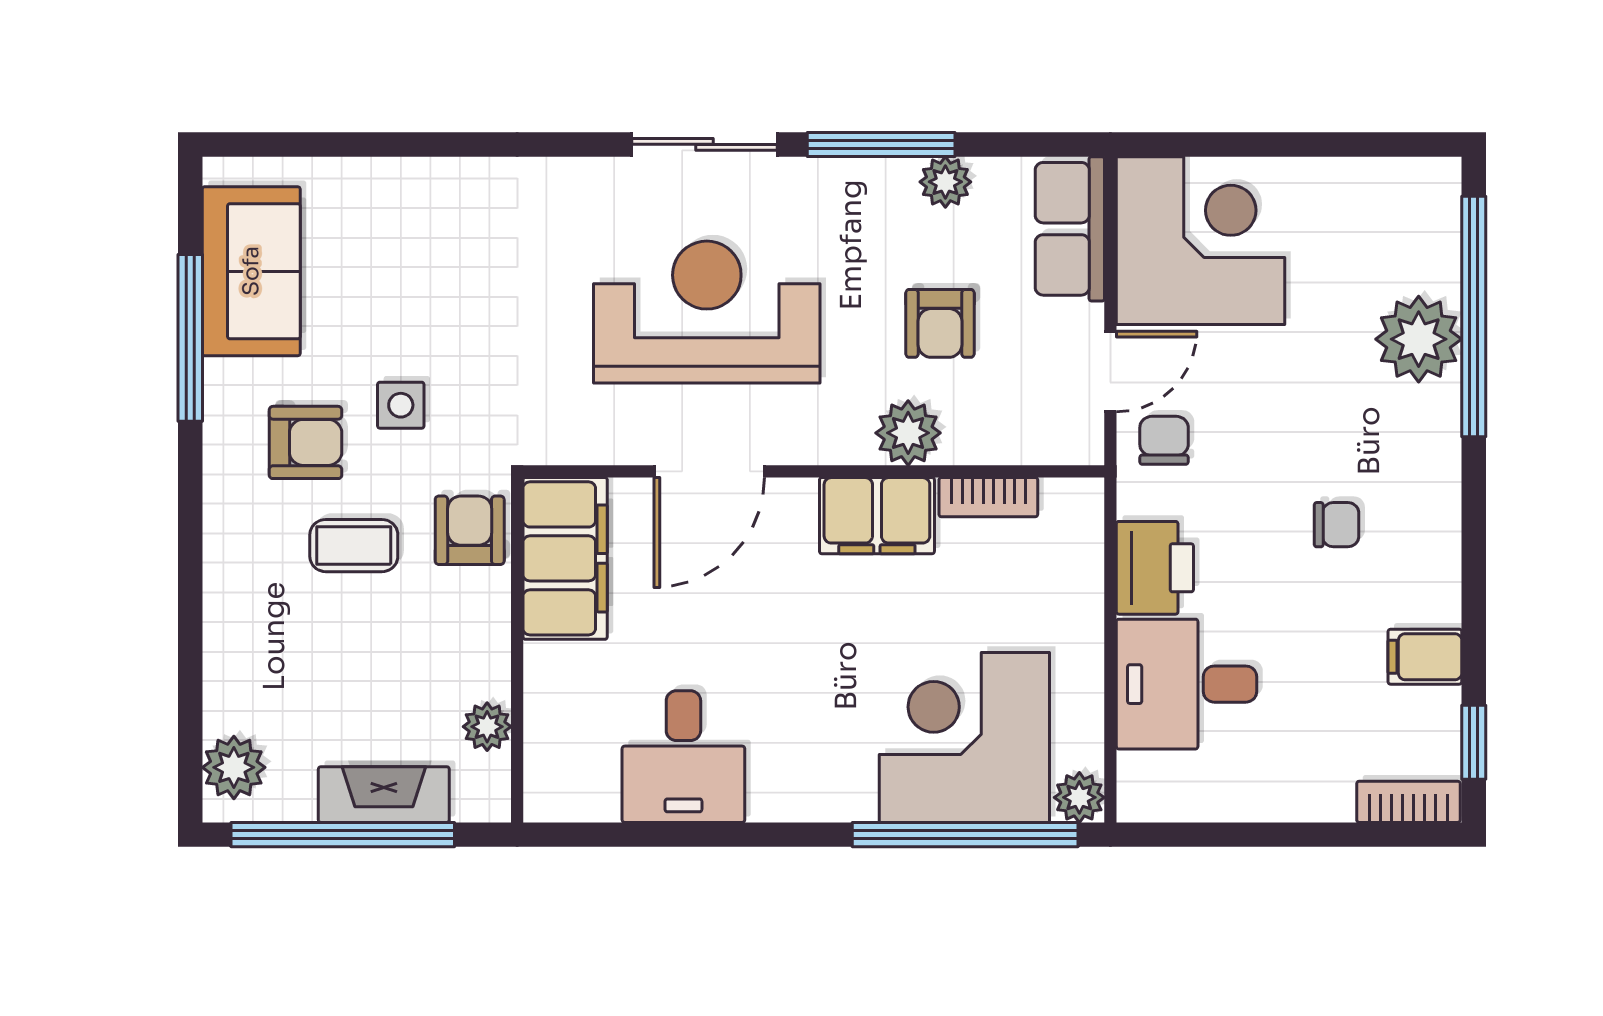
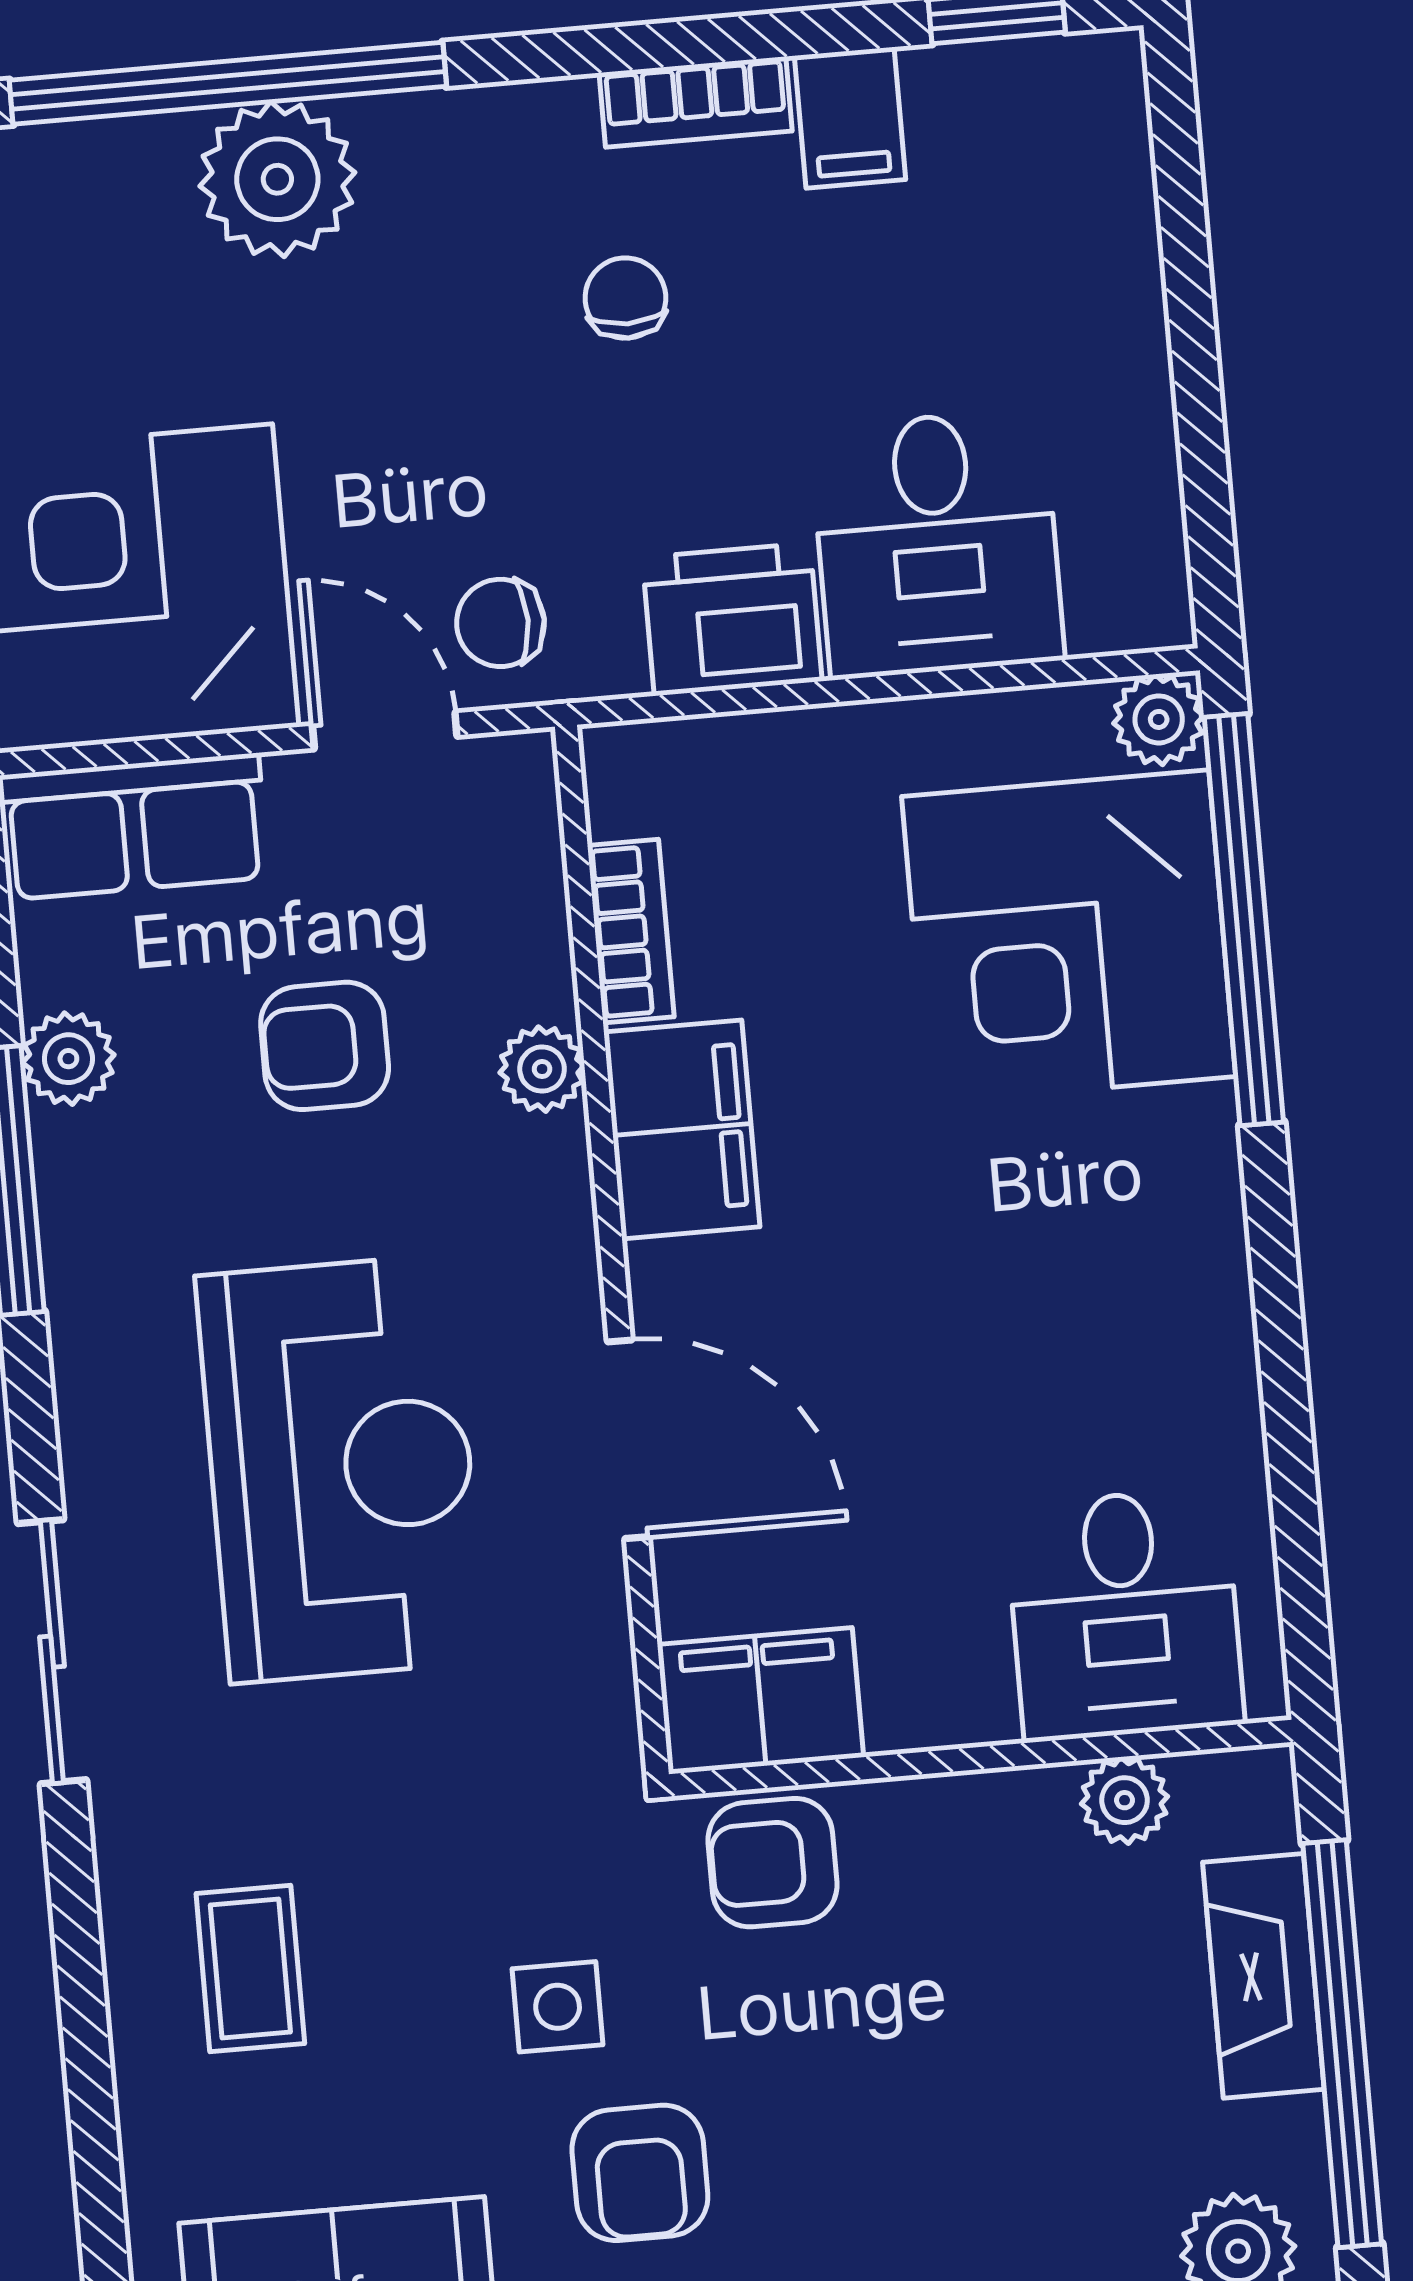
sliding door: (704, 144) -> (52, 1652), moved
reception desk: (707, 312) -> (341, 1469), turned 180
armchair: (940, 323) -> (325, 1046), turned 180
plant: (908, 433) -> (542, 1069), width x0.73, depth x0.73
armchair: (306, 442) -> (640, 2173), turned 180
coffee table: (354, 546) -> (250, 1968), moved
filing cabinet: (565, 558) -> (760, 1701), width x0.67, depth x0.86
desk: (683, 757) -> (1124, 1614), moved, turned 90
bookcase: (1408, 802) -> (696, 102), moved, turned -90

